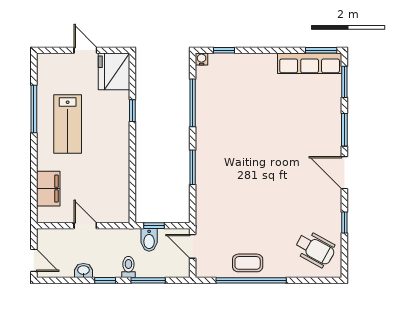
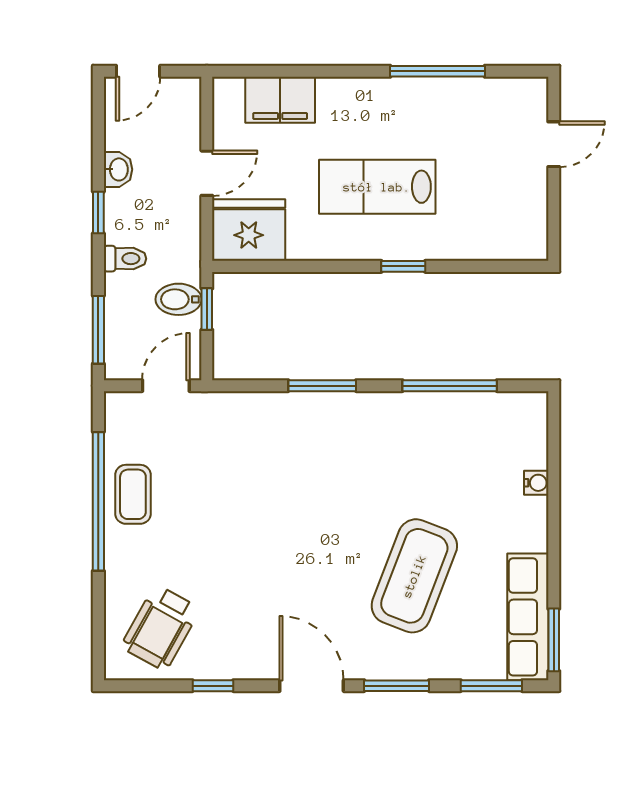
door: (85, 50) -> (554, 144), moved
window: (224, 50) -> (554, 448), removed
water cooler: (202, 59) -> (536, 483), moved
fridge: (114, 71) -> (249, 230), moved
window: (132, 111) -> (403, 266), moved
coffee table: (289, 121) -> (414, 576), added
lab bench: (68, 124) -> (377, 187), moved
door: (344, 173) -> (312, 686), hinge flipped
window: (148, 280) -> (98, 330), moved

